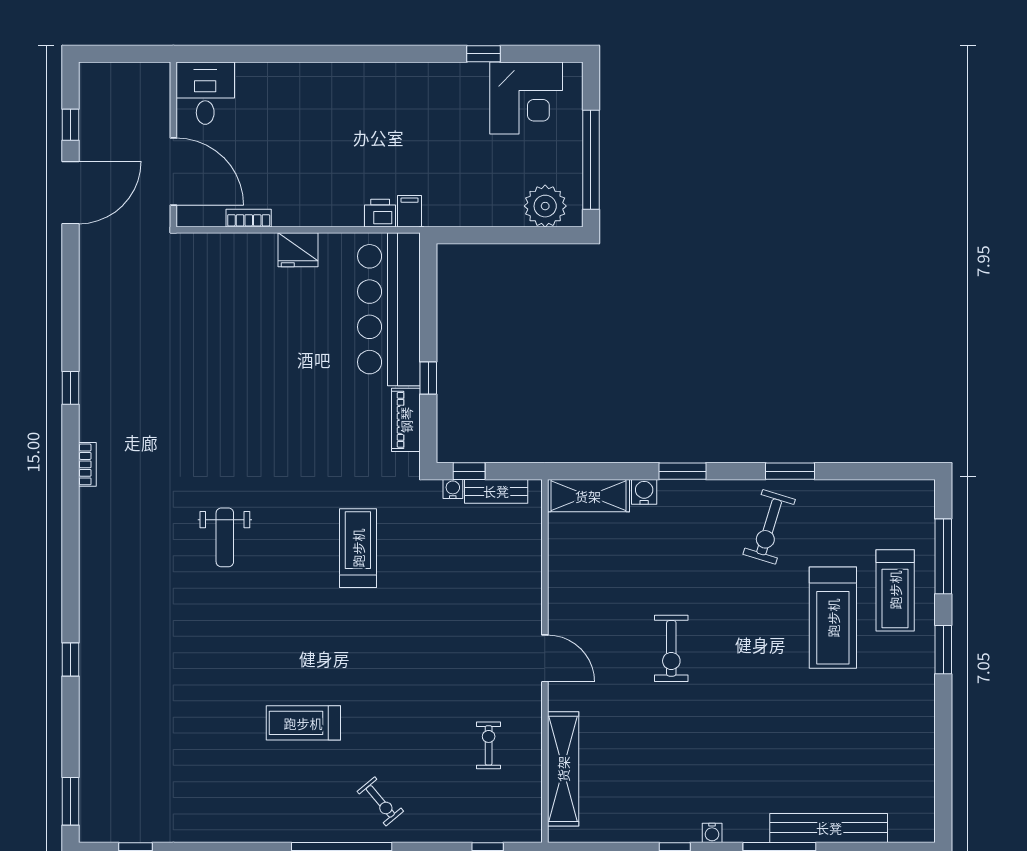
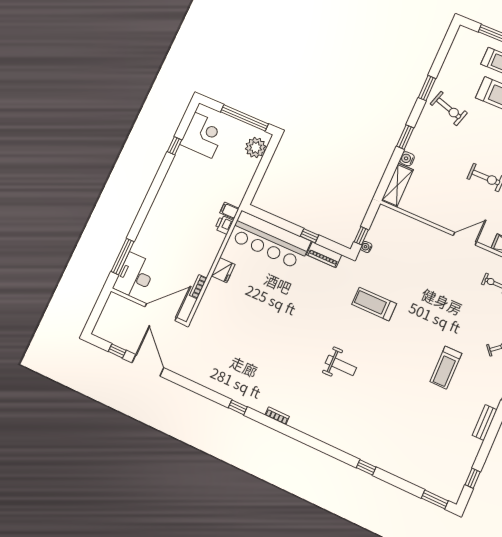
window: (241, 54) -> (122, 256), added
desk: (205, 93) -> (135, 276), width x1.37
bench: (496, 491) -> (485, 423), moved

